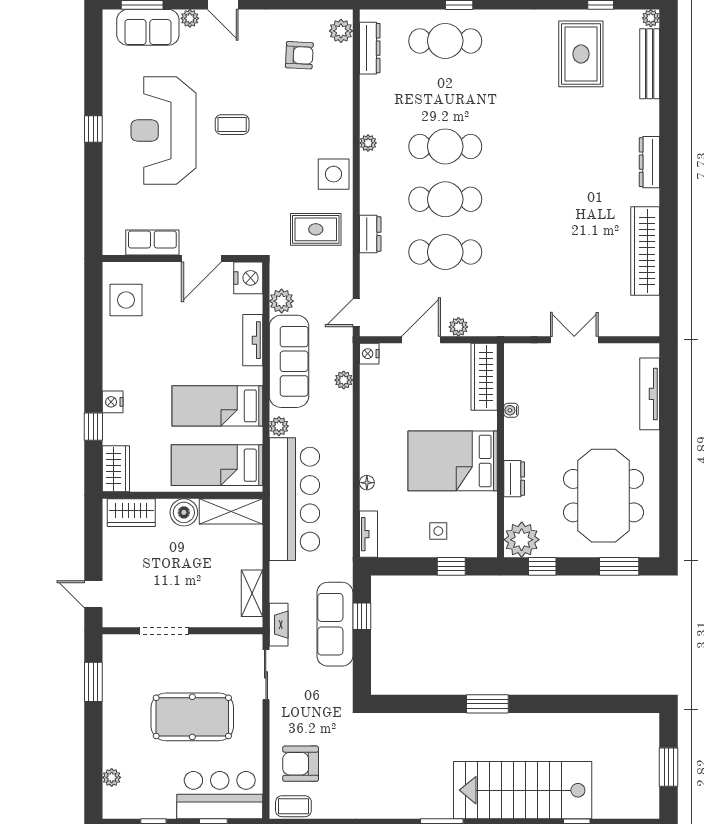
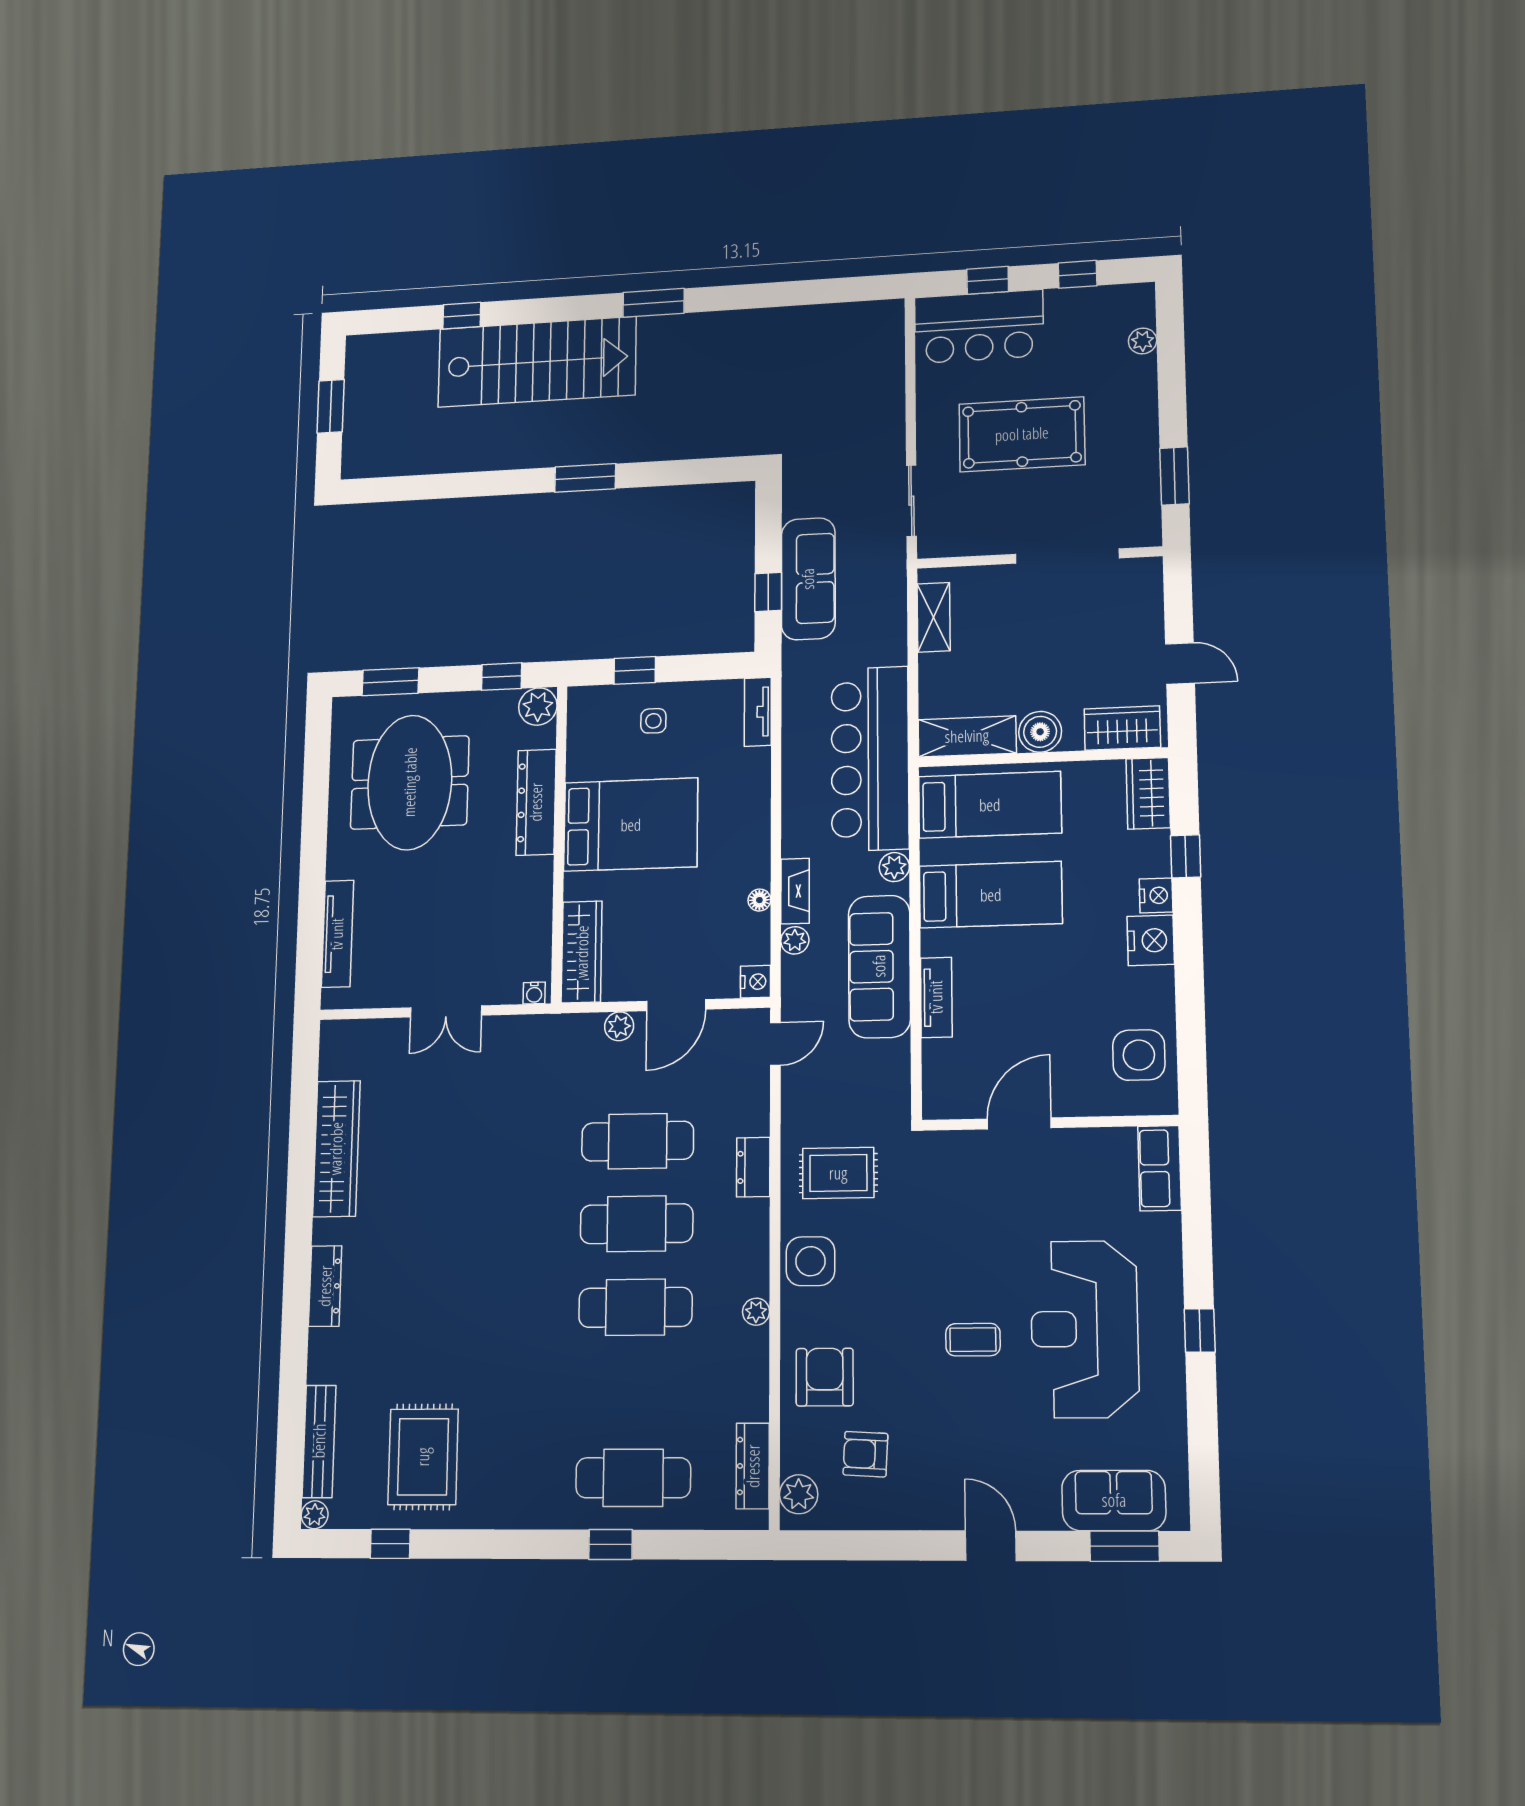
plant: (190, 18) -> (1045, 1516), removed
reception desk: (163, 130) -> (1084, 1329), turned 180
row of seats: (152, 243) -> (1160, 1168), moved, turned 90
nightstand: (248, 278) -> (1151, 940), moved, turned 180
plant: (282, 301) -> (892, 1059), removed
water cooler: (511, 410) -> (534, 993), moved, turned 90
dresser: (514, 479) -> (536, 802), width x1.96, depth x1.24
floor lamp: (367, 483) -> (759, 900), moved
plant: (522, 540) -> (538, 707), width x0.73, depth x0.73
door: (93, 594) -> (1180, 663), moved
fireplace: (279, 625) -> (795, 891), moved, turned 180
doorway: (164, 631) -> (1067, 556), width x1.36
armchair: (301, 764) -> (825, 1377), moved, turned -90
coffee table: (293, 806) -> (869, 318), removed

